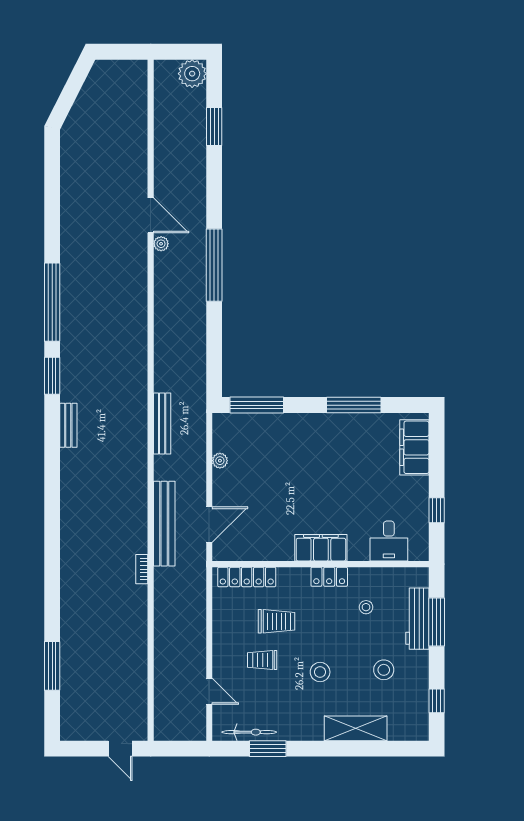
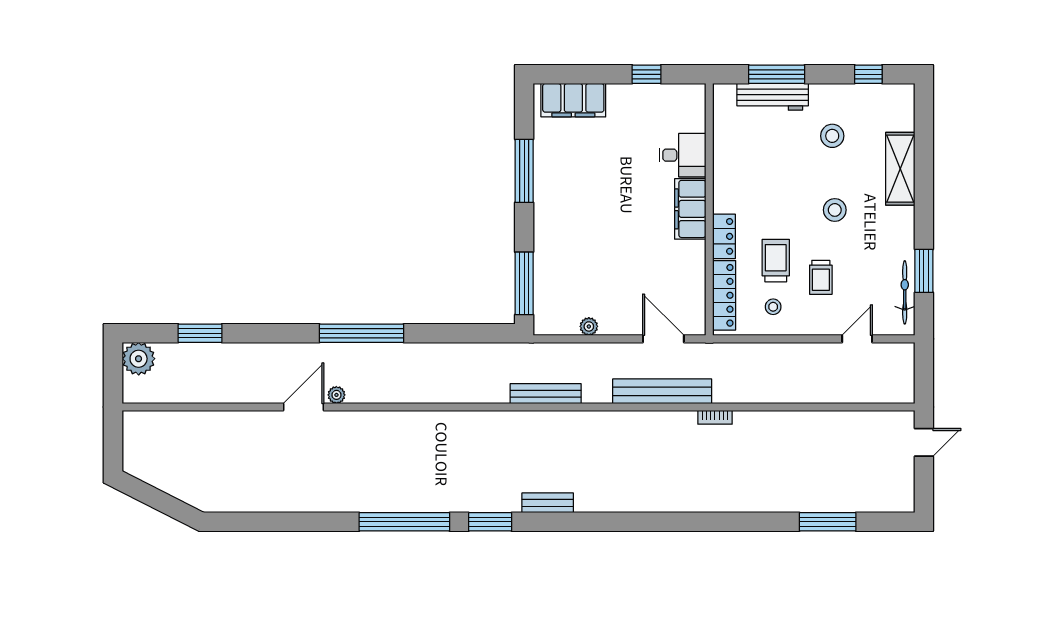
desk: (389, 541) -> (682, 155), moved
locker: (329, 577) -> (724, 236), moved
stool: (366, 607) -> (773, 307), moved

